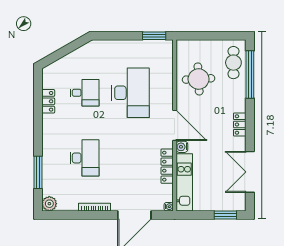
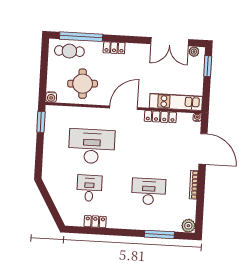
locker: (240, 125) -> (114, 48), moved
water cooler: (182, 147) -> (51, 97), moved
plant: (240, 199) -> (194, 52), added

